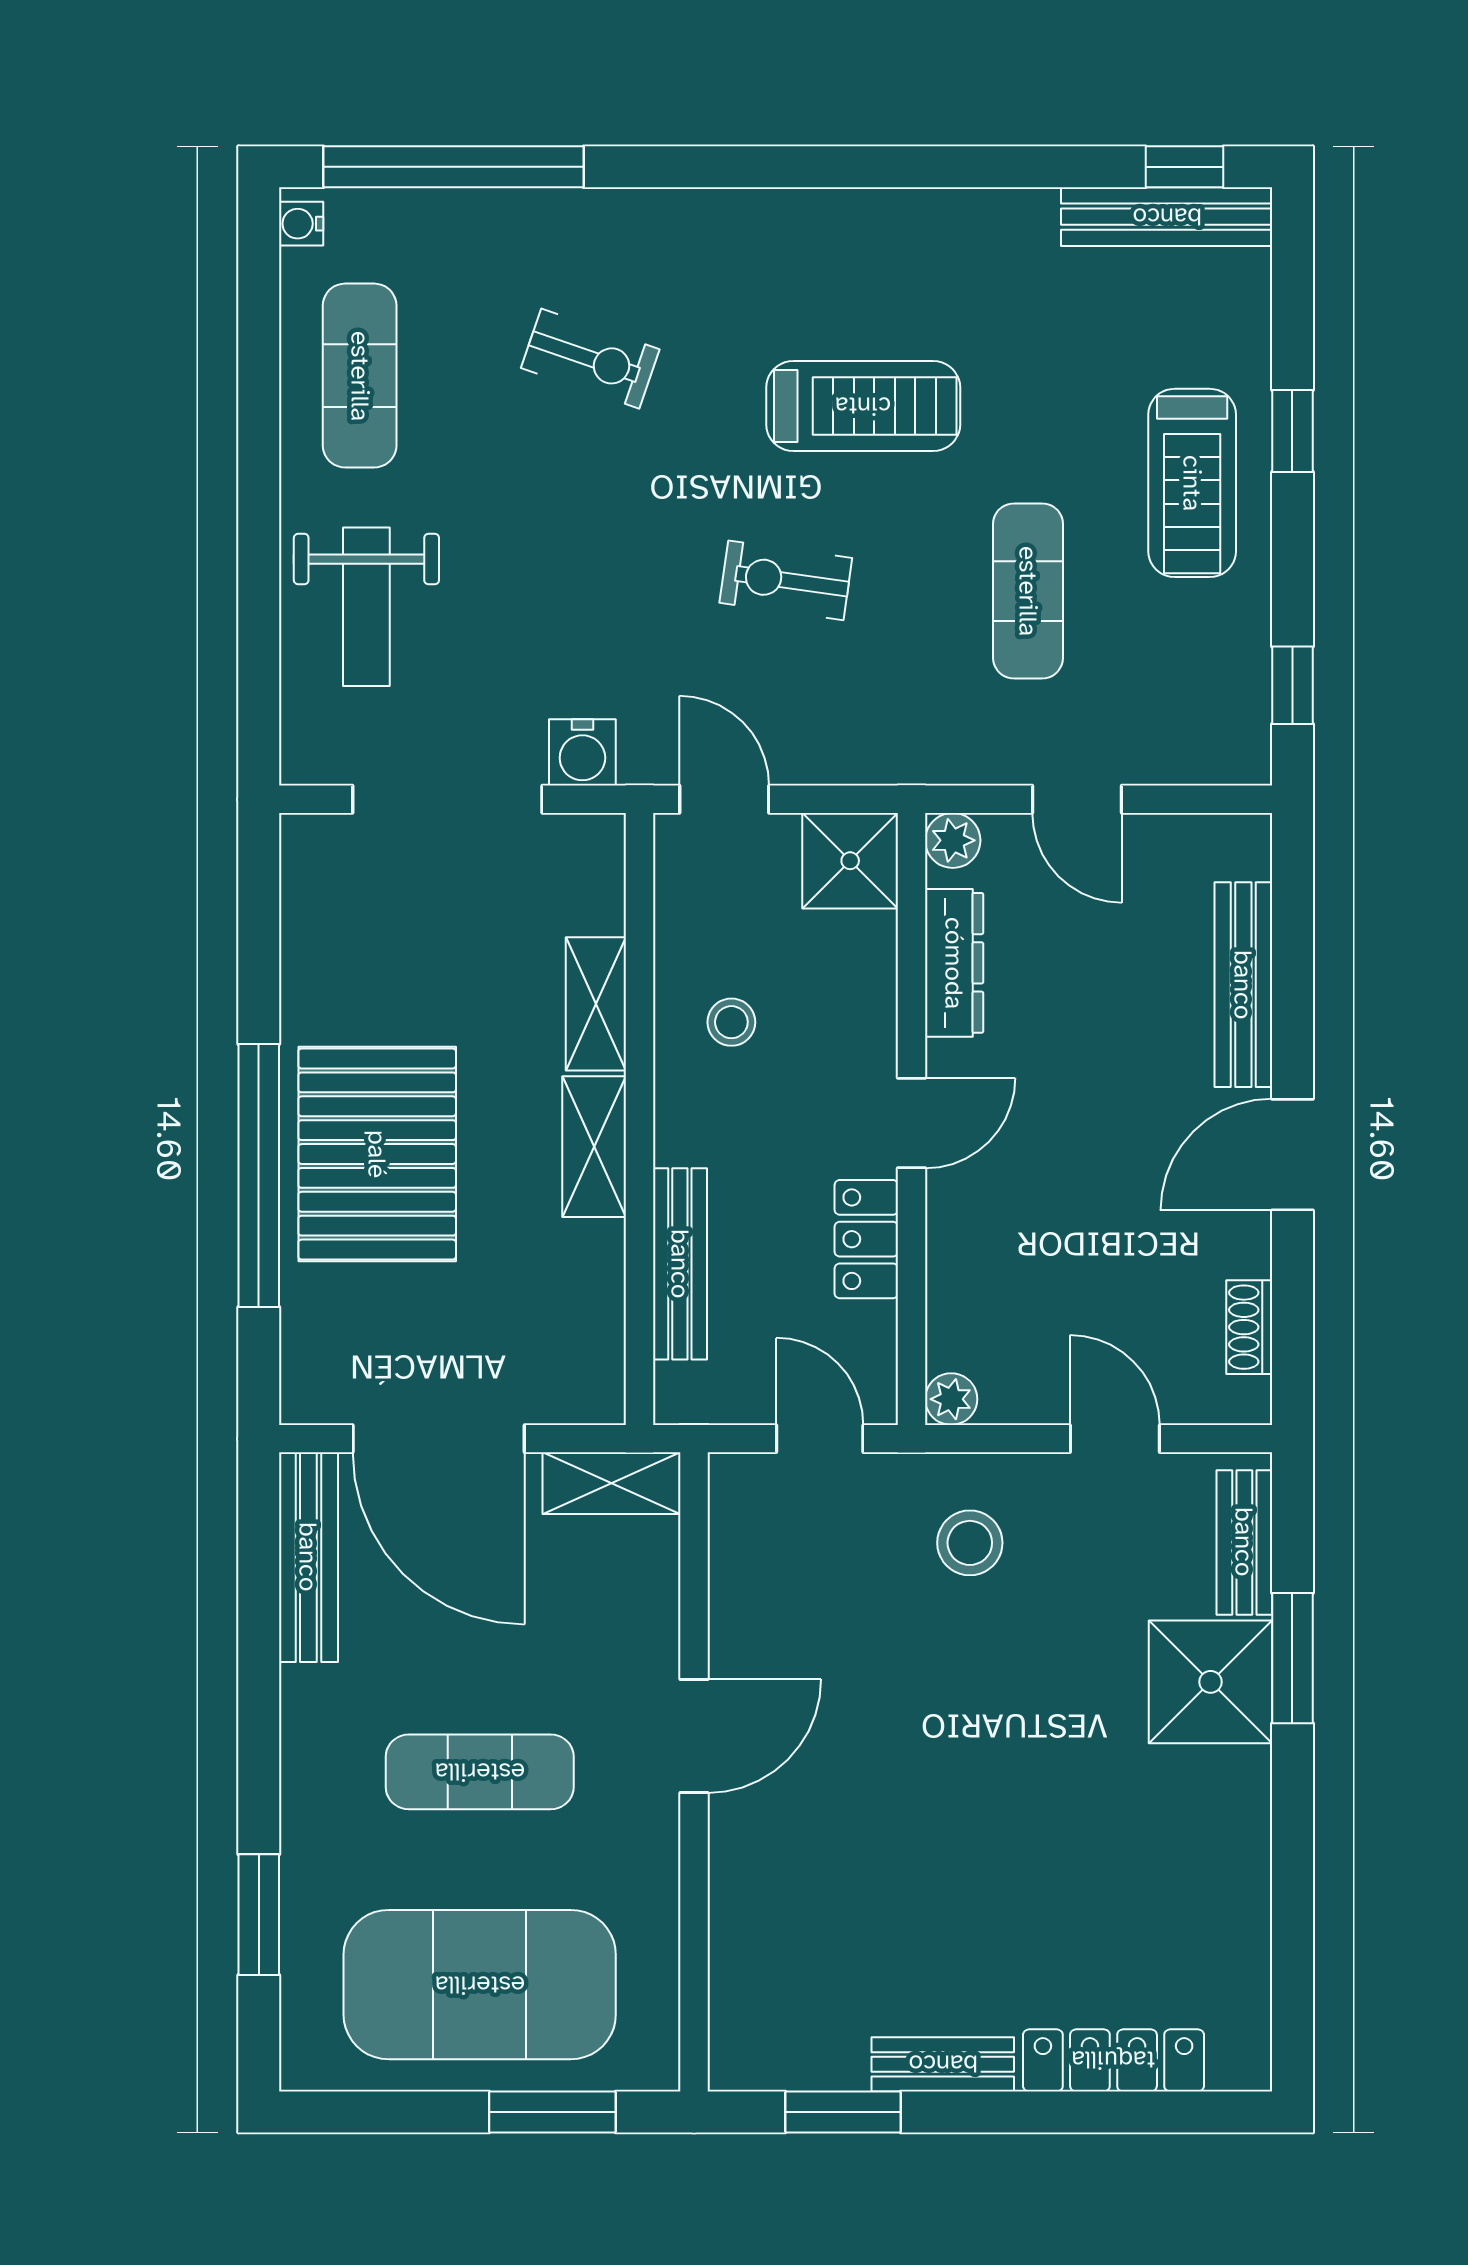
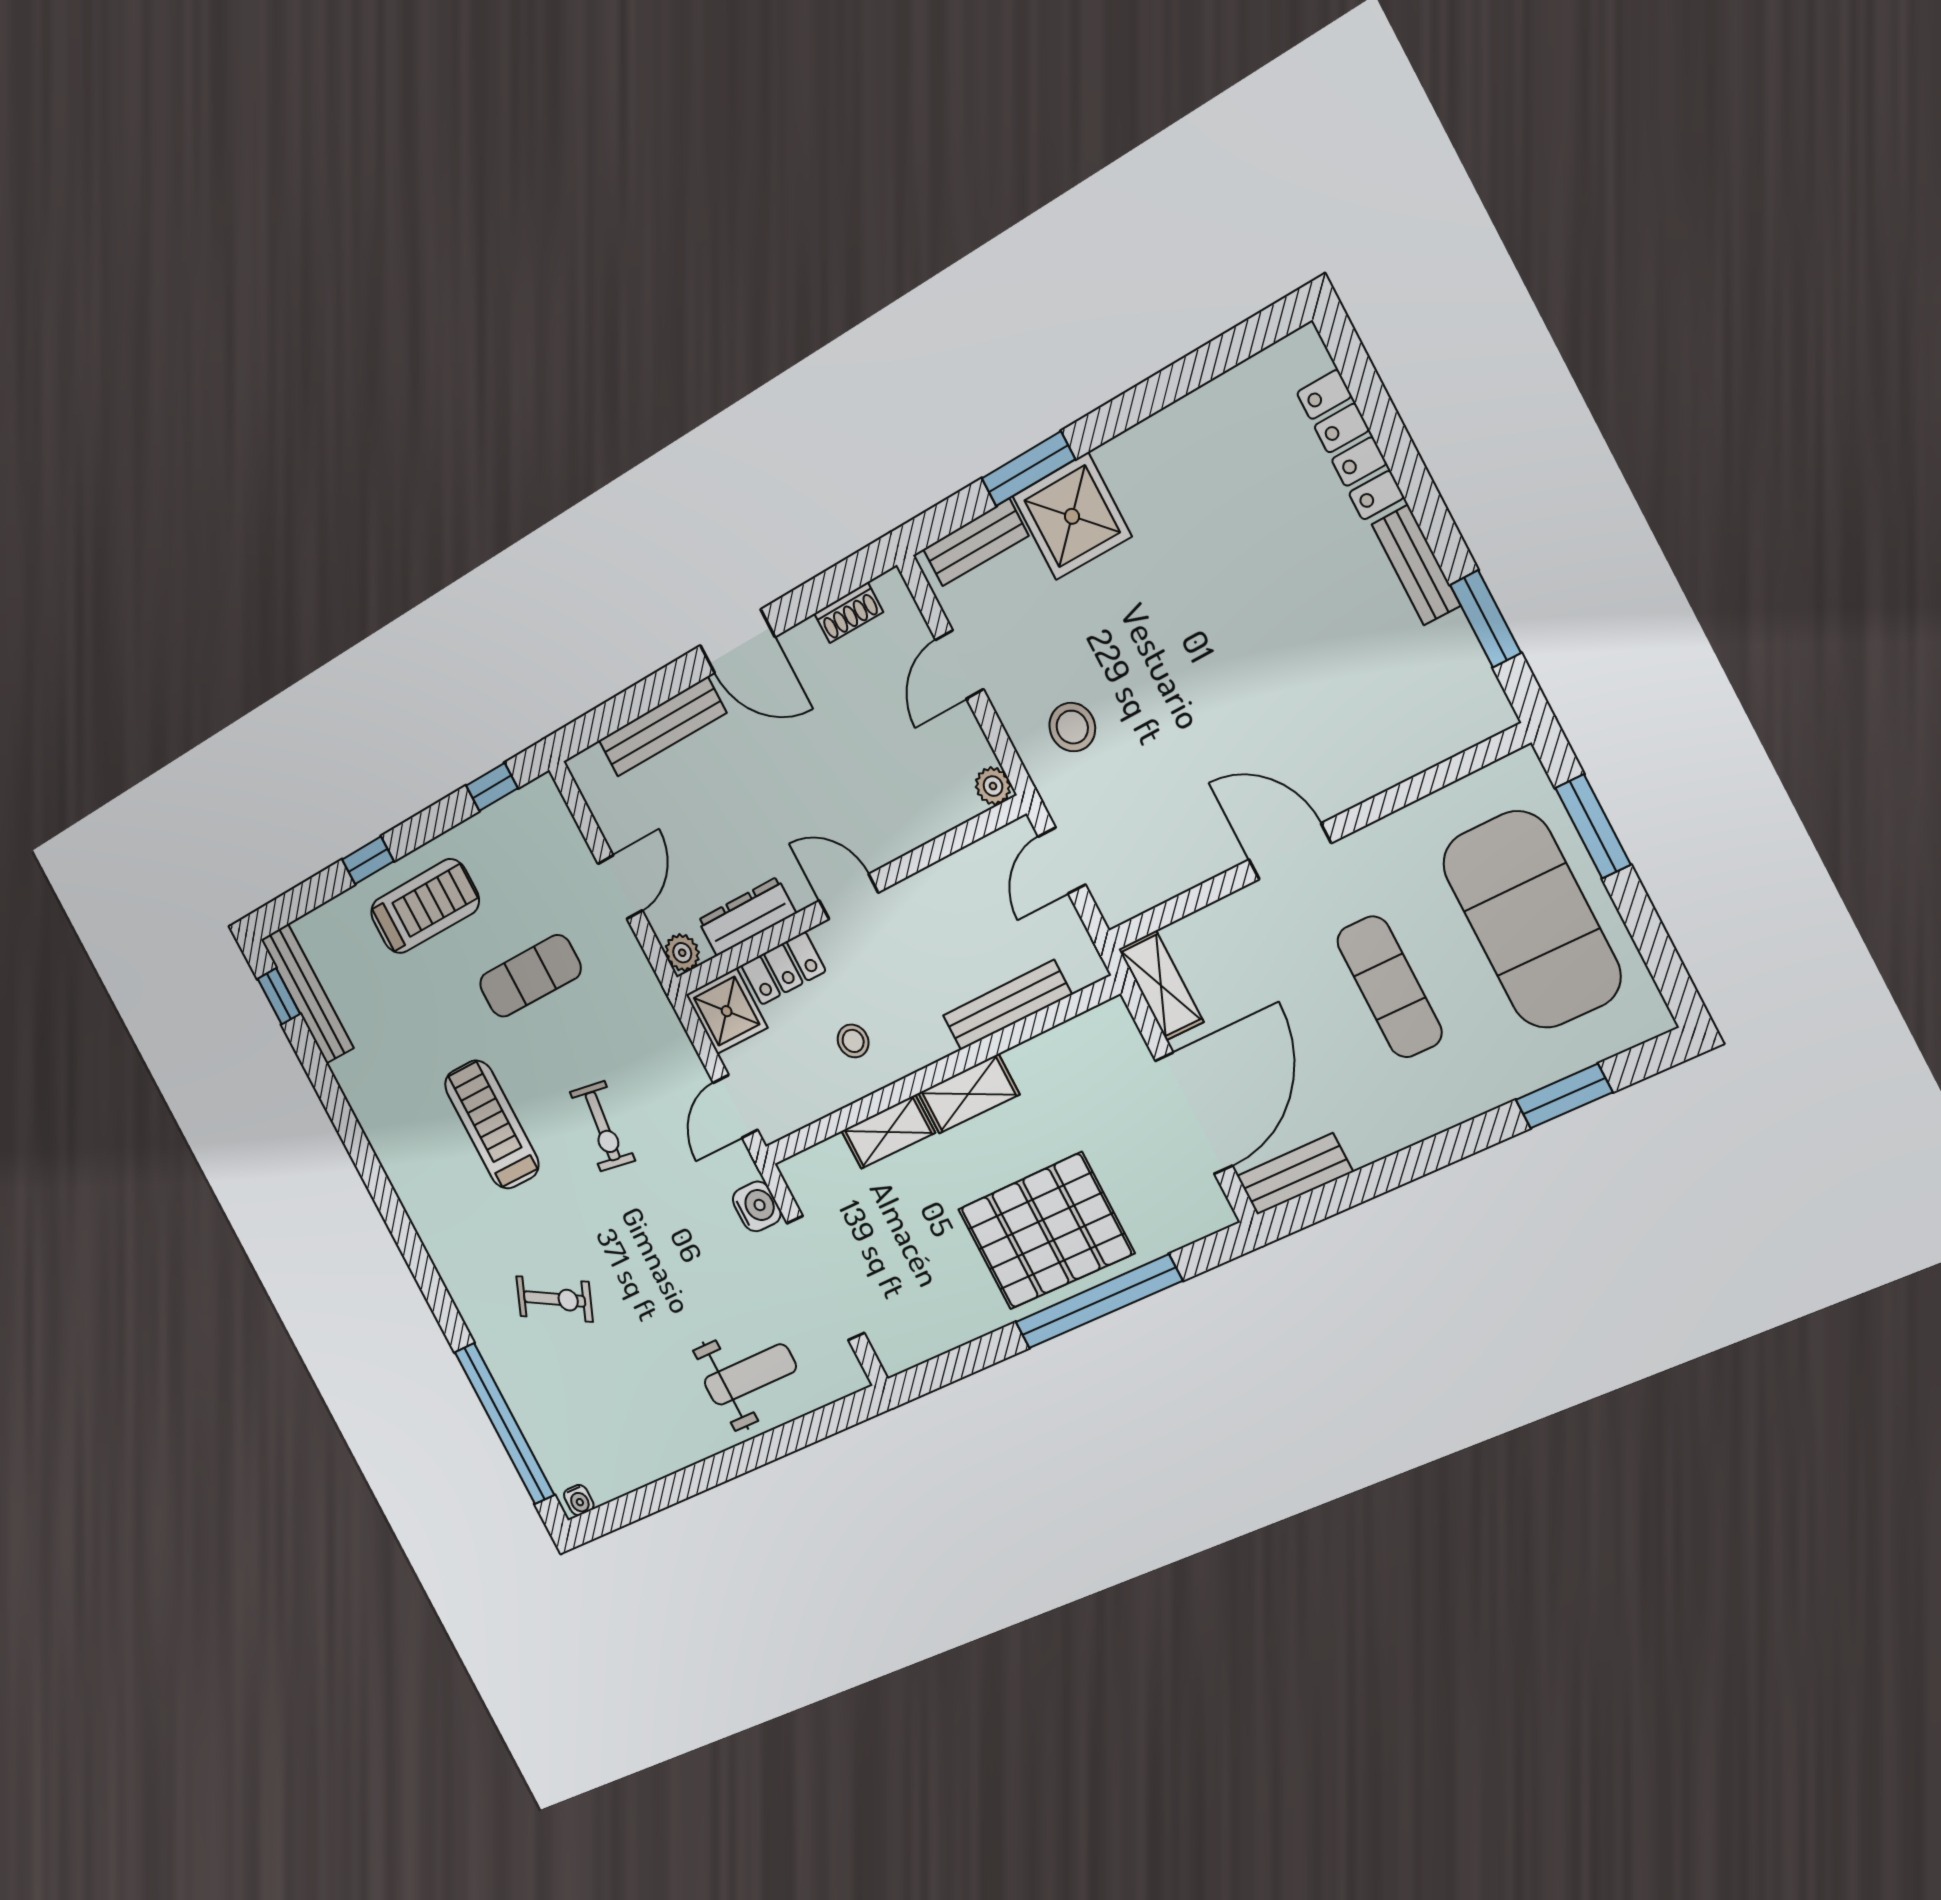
exercise bike: (590, 359) -> (554, 1299), turned 97
exercise mat: (360, 376) -> (635, 1432), removed
locker: (866, 1239) -> (783, 968), moved
bench: (308, 1557) -> (1295, 1174), width x0.73

